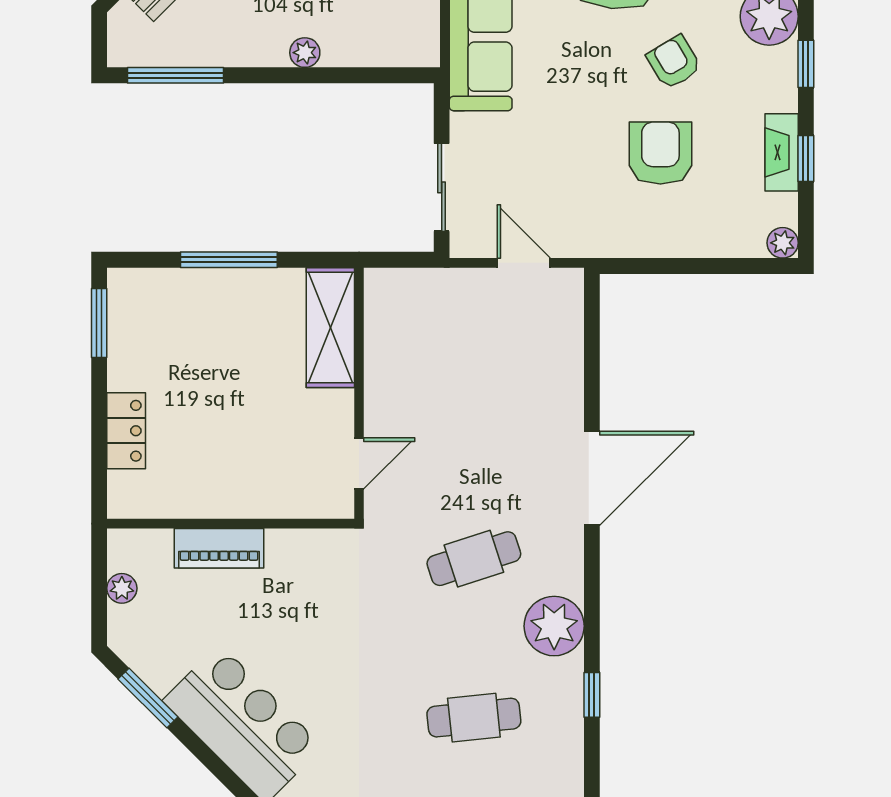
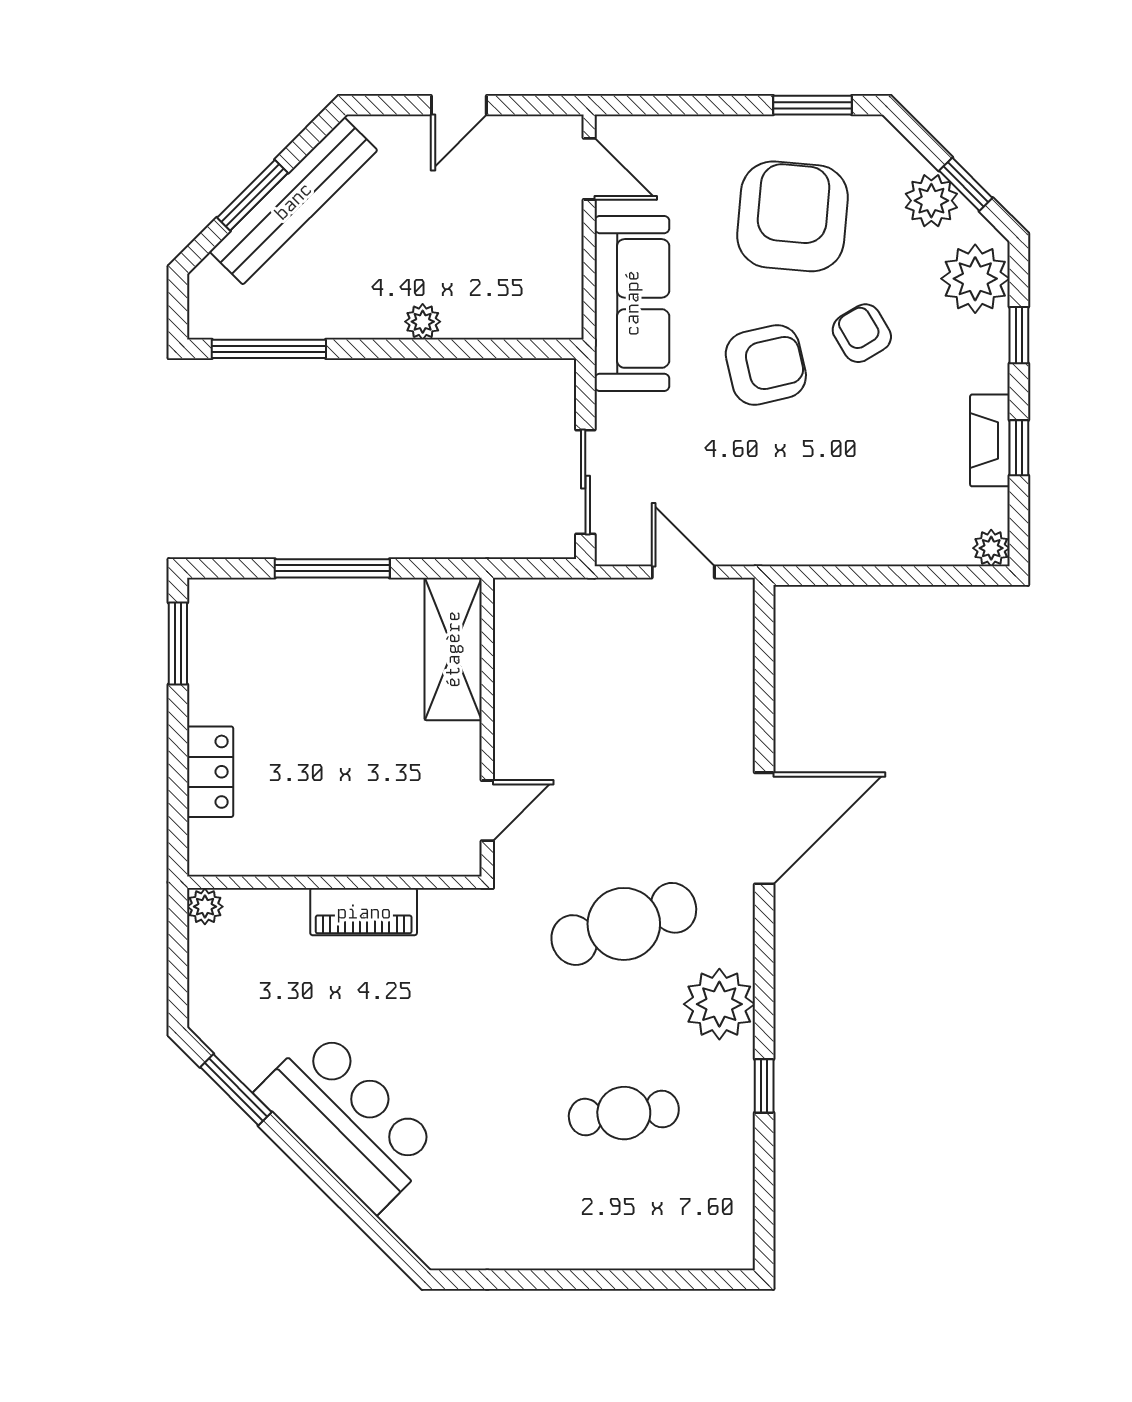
armchair: (660, 153) -> (766, 365), moved, turned 77
piano: (219, 548) -> (364, 912), moved
cafe table: (474, 559) -> (624, 924), width x1.37, depth x1.35
plant: (122, 588) -> (205, 907), moved

